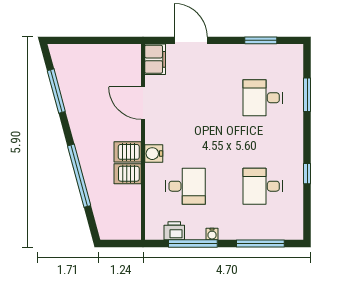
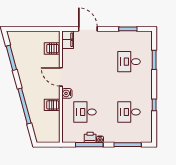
door: (143, 103) -> (61, 77), moved
server rack: (128, 152) -> (52, 49), moved
desk: (186, 186) -> (85, 112), turned 180
printer: (174, 231) -> (90, 137), moved

